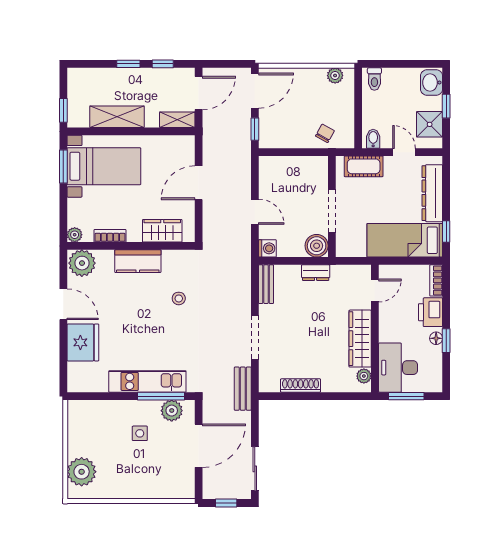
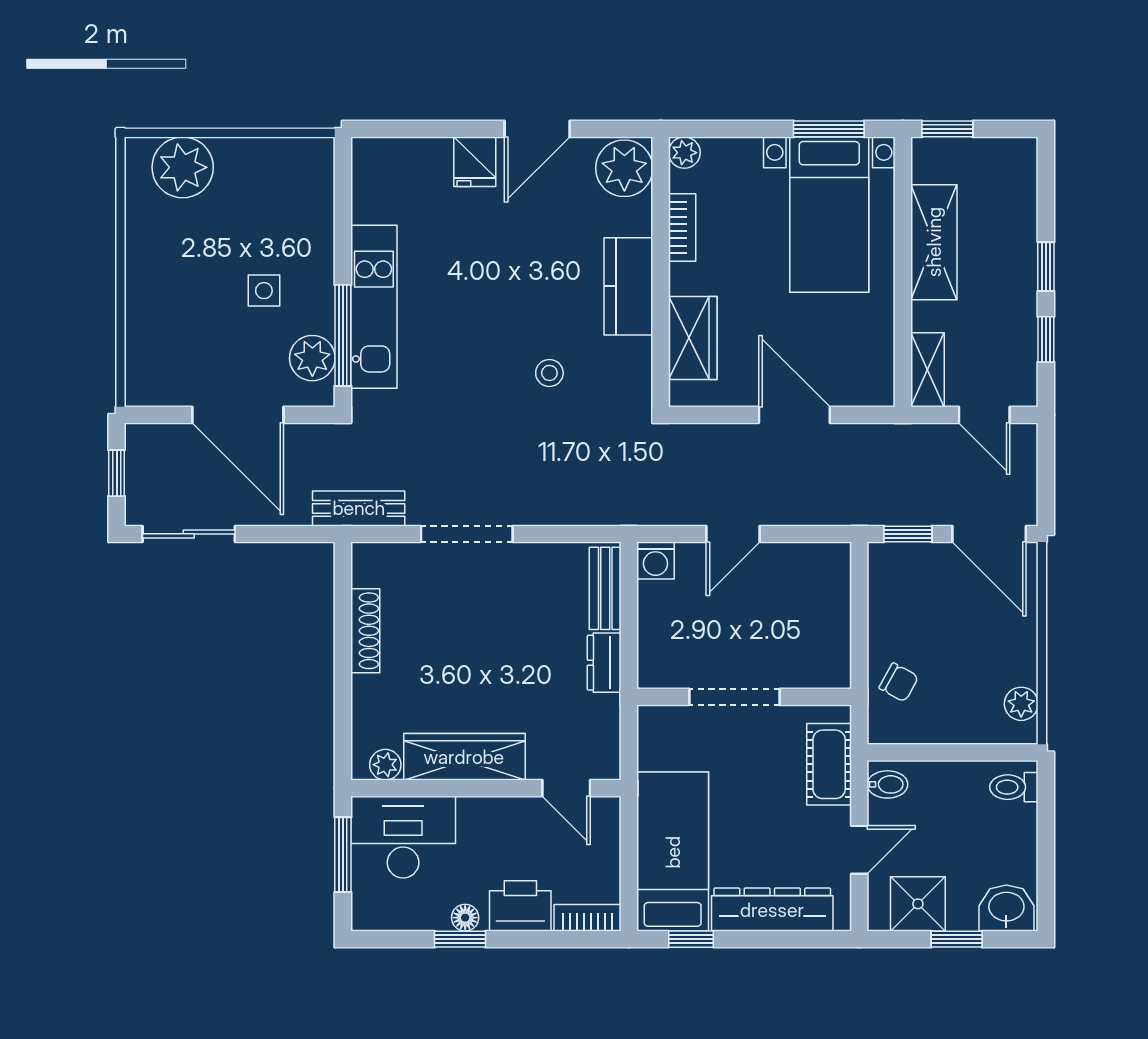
door: (199, 93) -> (984, 415), width x0.73
boiler: (317, 246) -> (661, 665), removed
bench: (266, 284) -> (605, 588), moved, turned 90
fridge: (83, 342) -> (475, 162), width x0.53, depth x0.75

